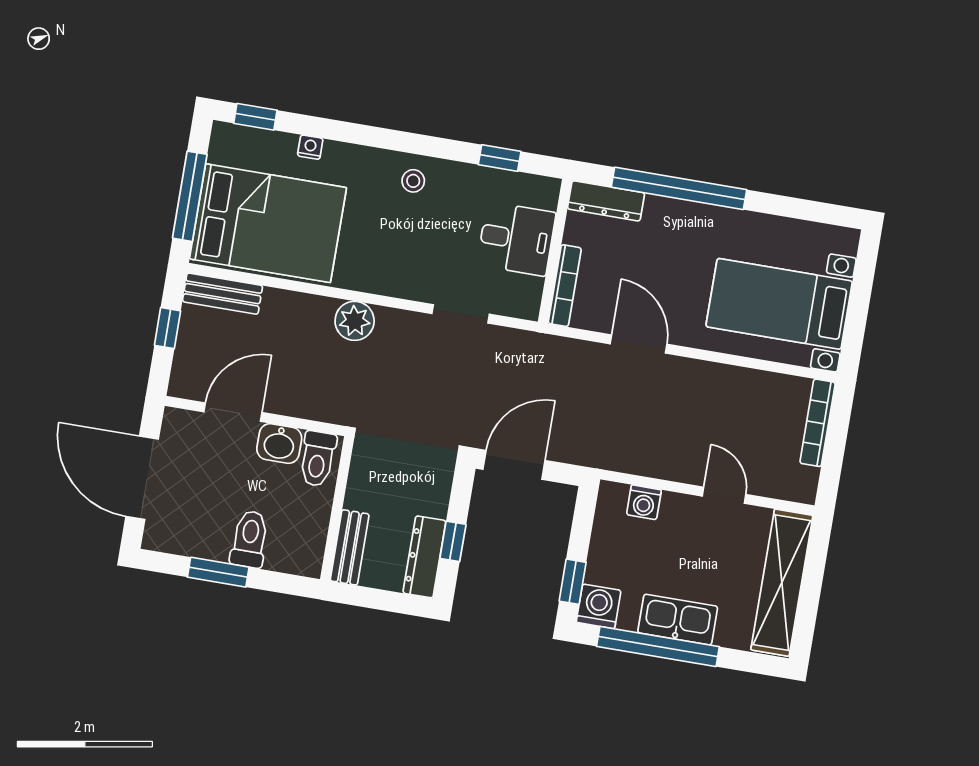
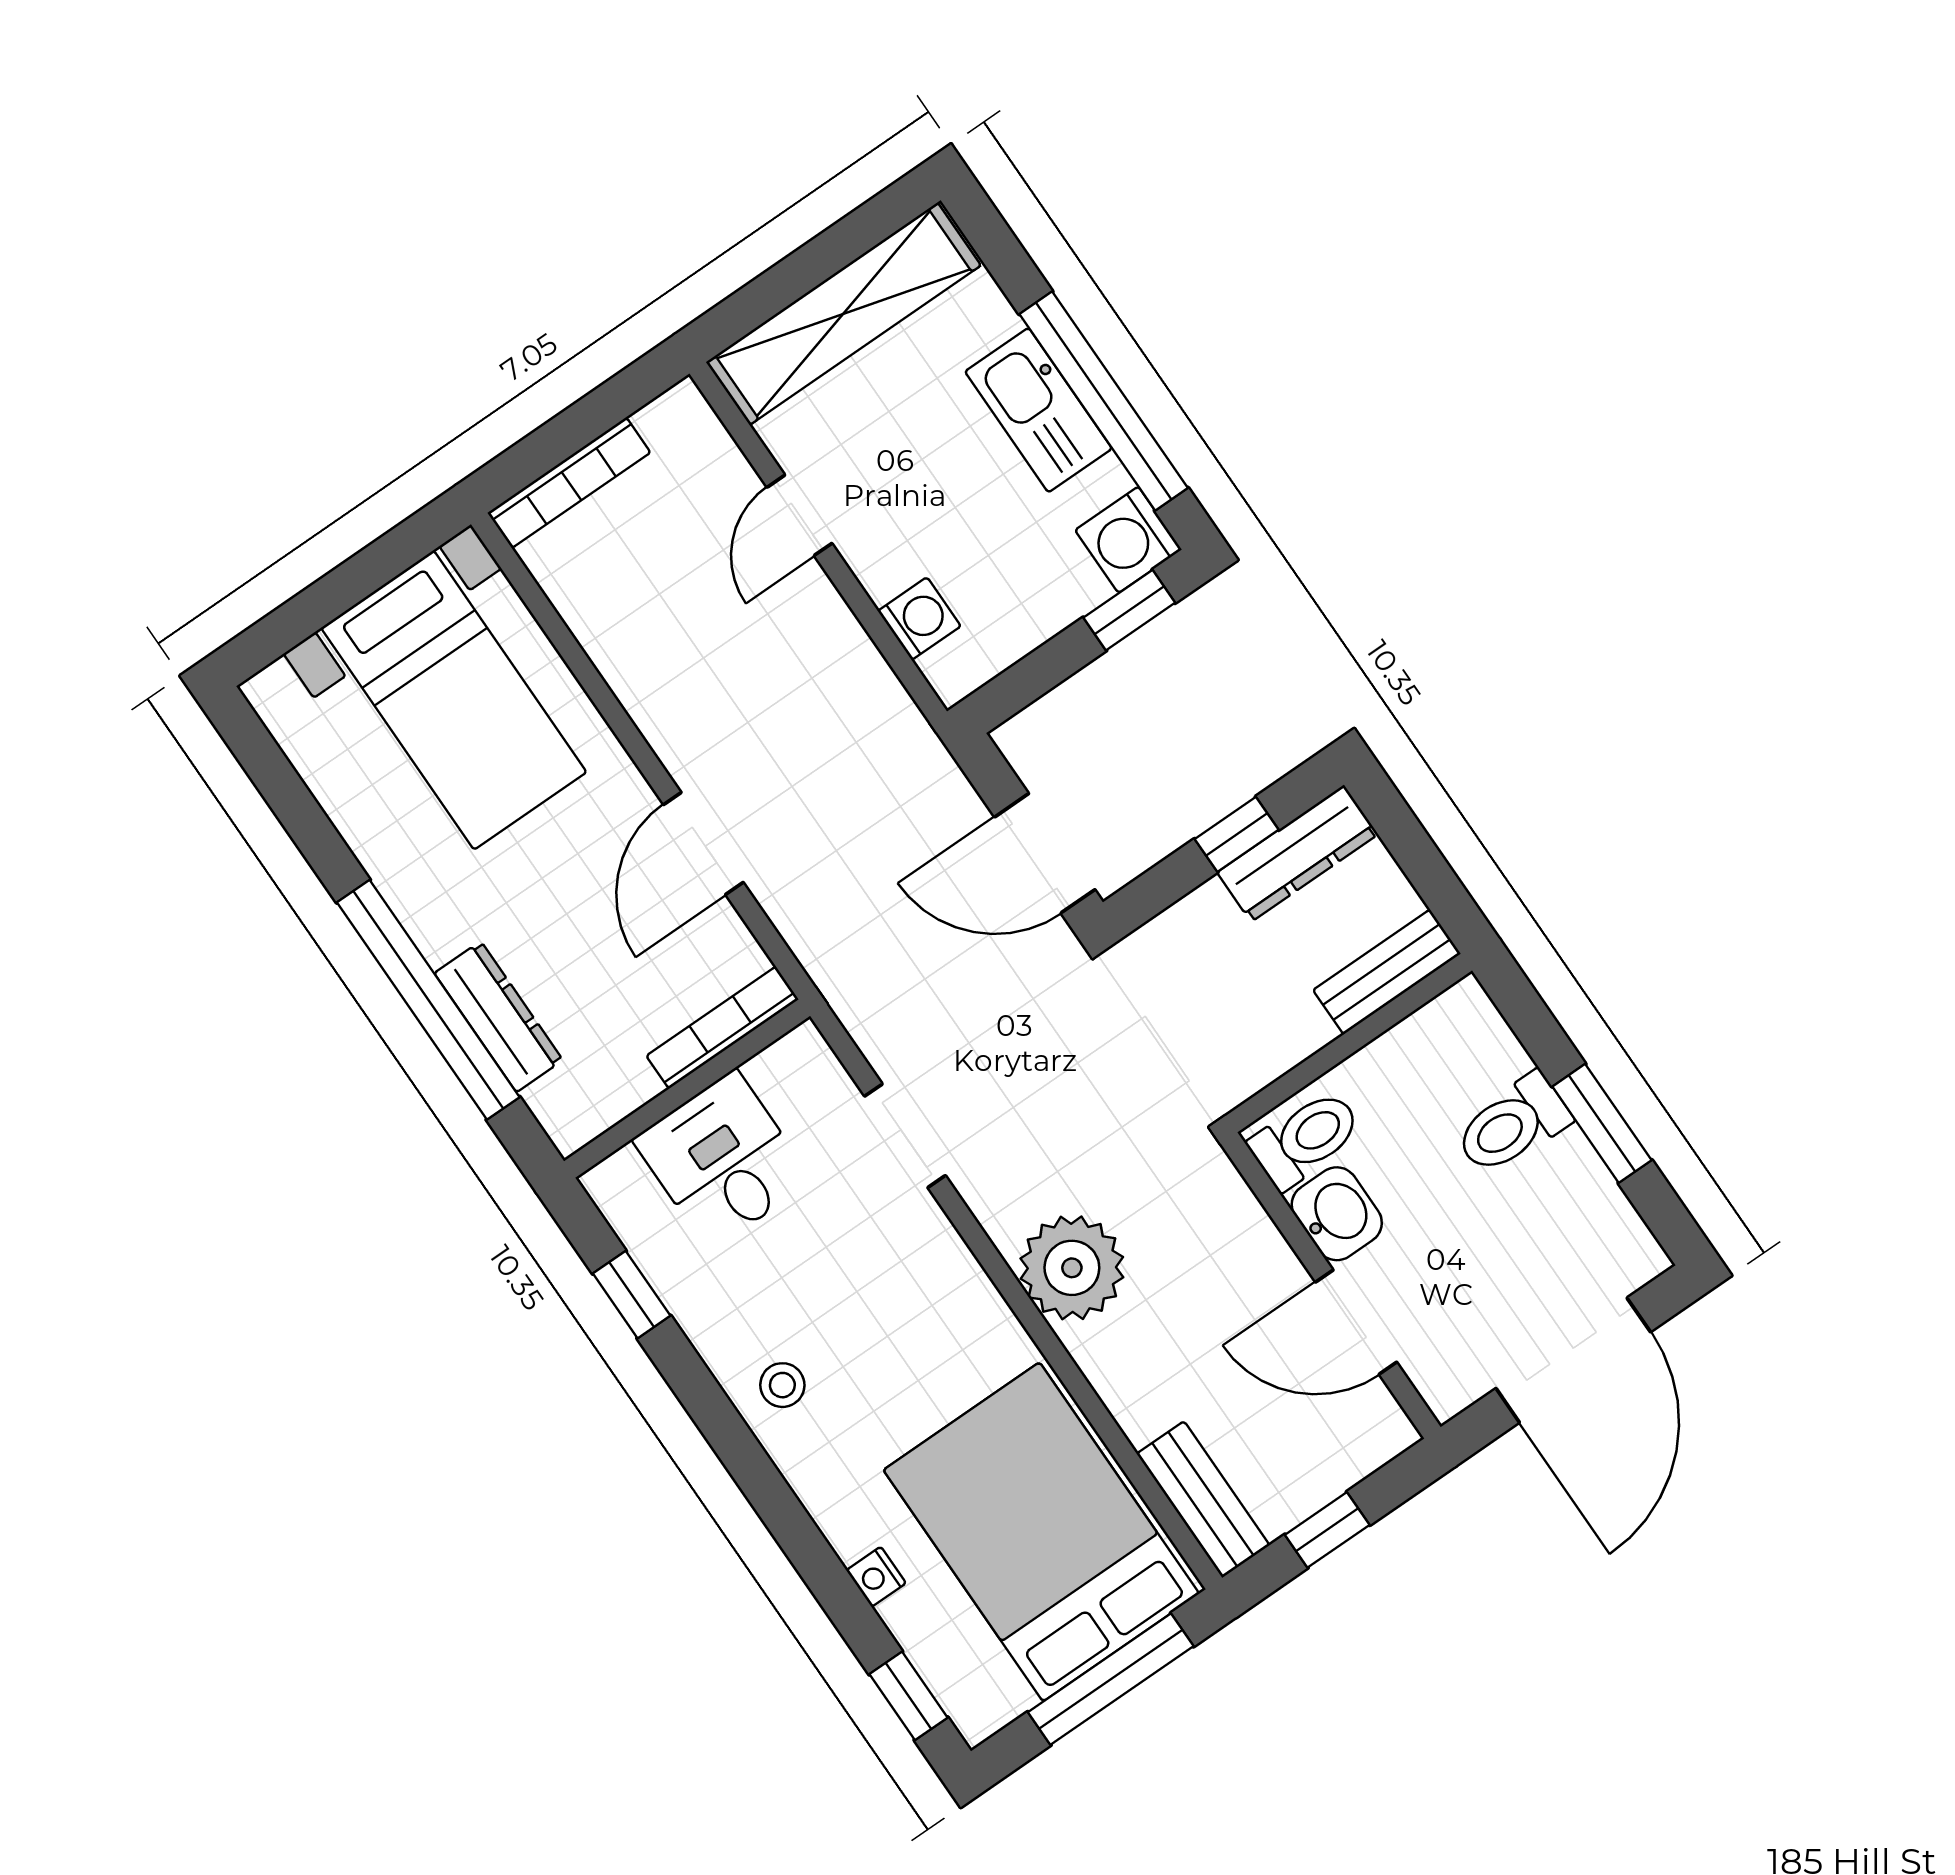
dresser: (606, 201) -> (499, 1017), moved
plant: (355, 321) -> (1072, 1268), width x1.36, depth x1.36

